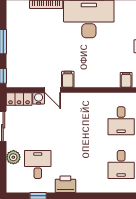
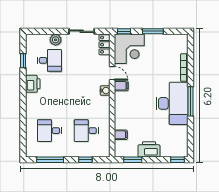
corner desk: (24, 70) -> (129, 49), added
door: (53, 90) -> (112, 73), swing flipped
water cooler: (39, 98) -> (105, 91), moved

